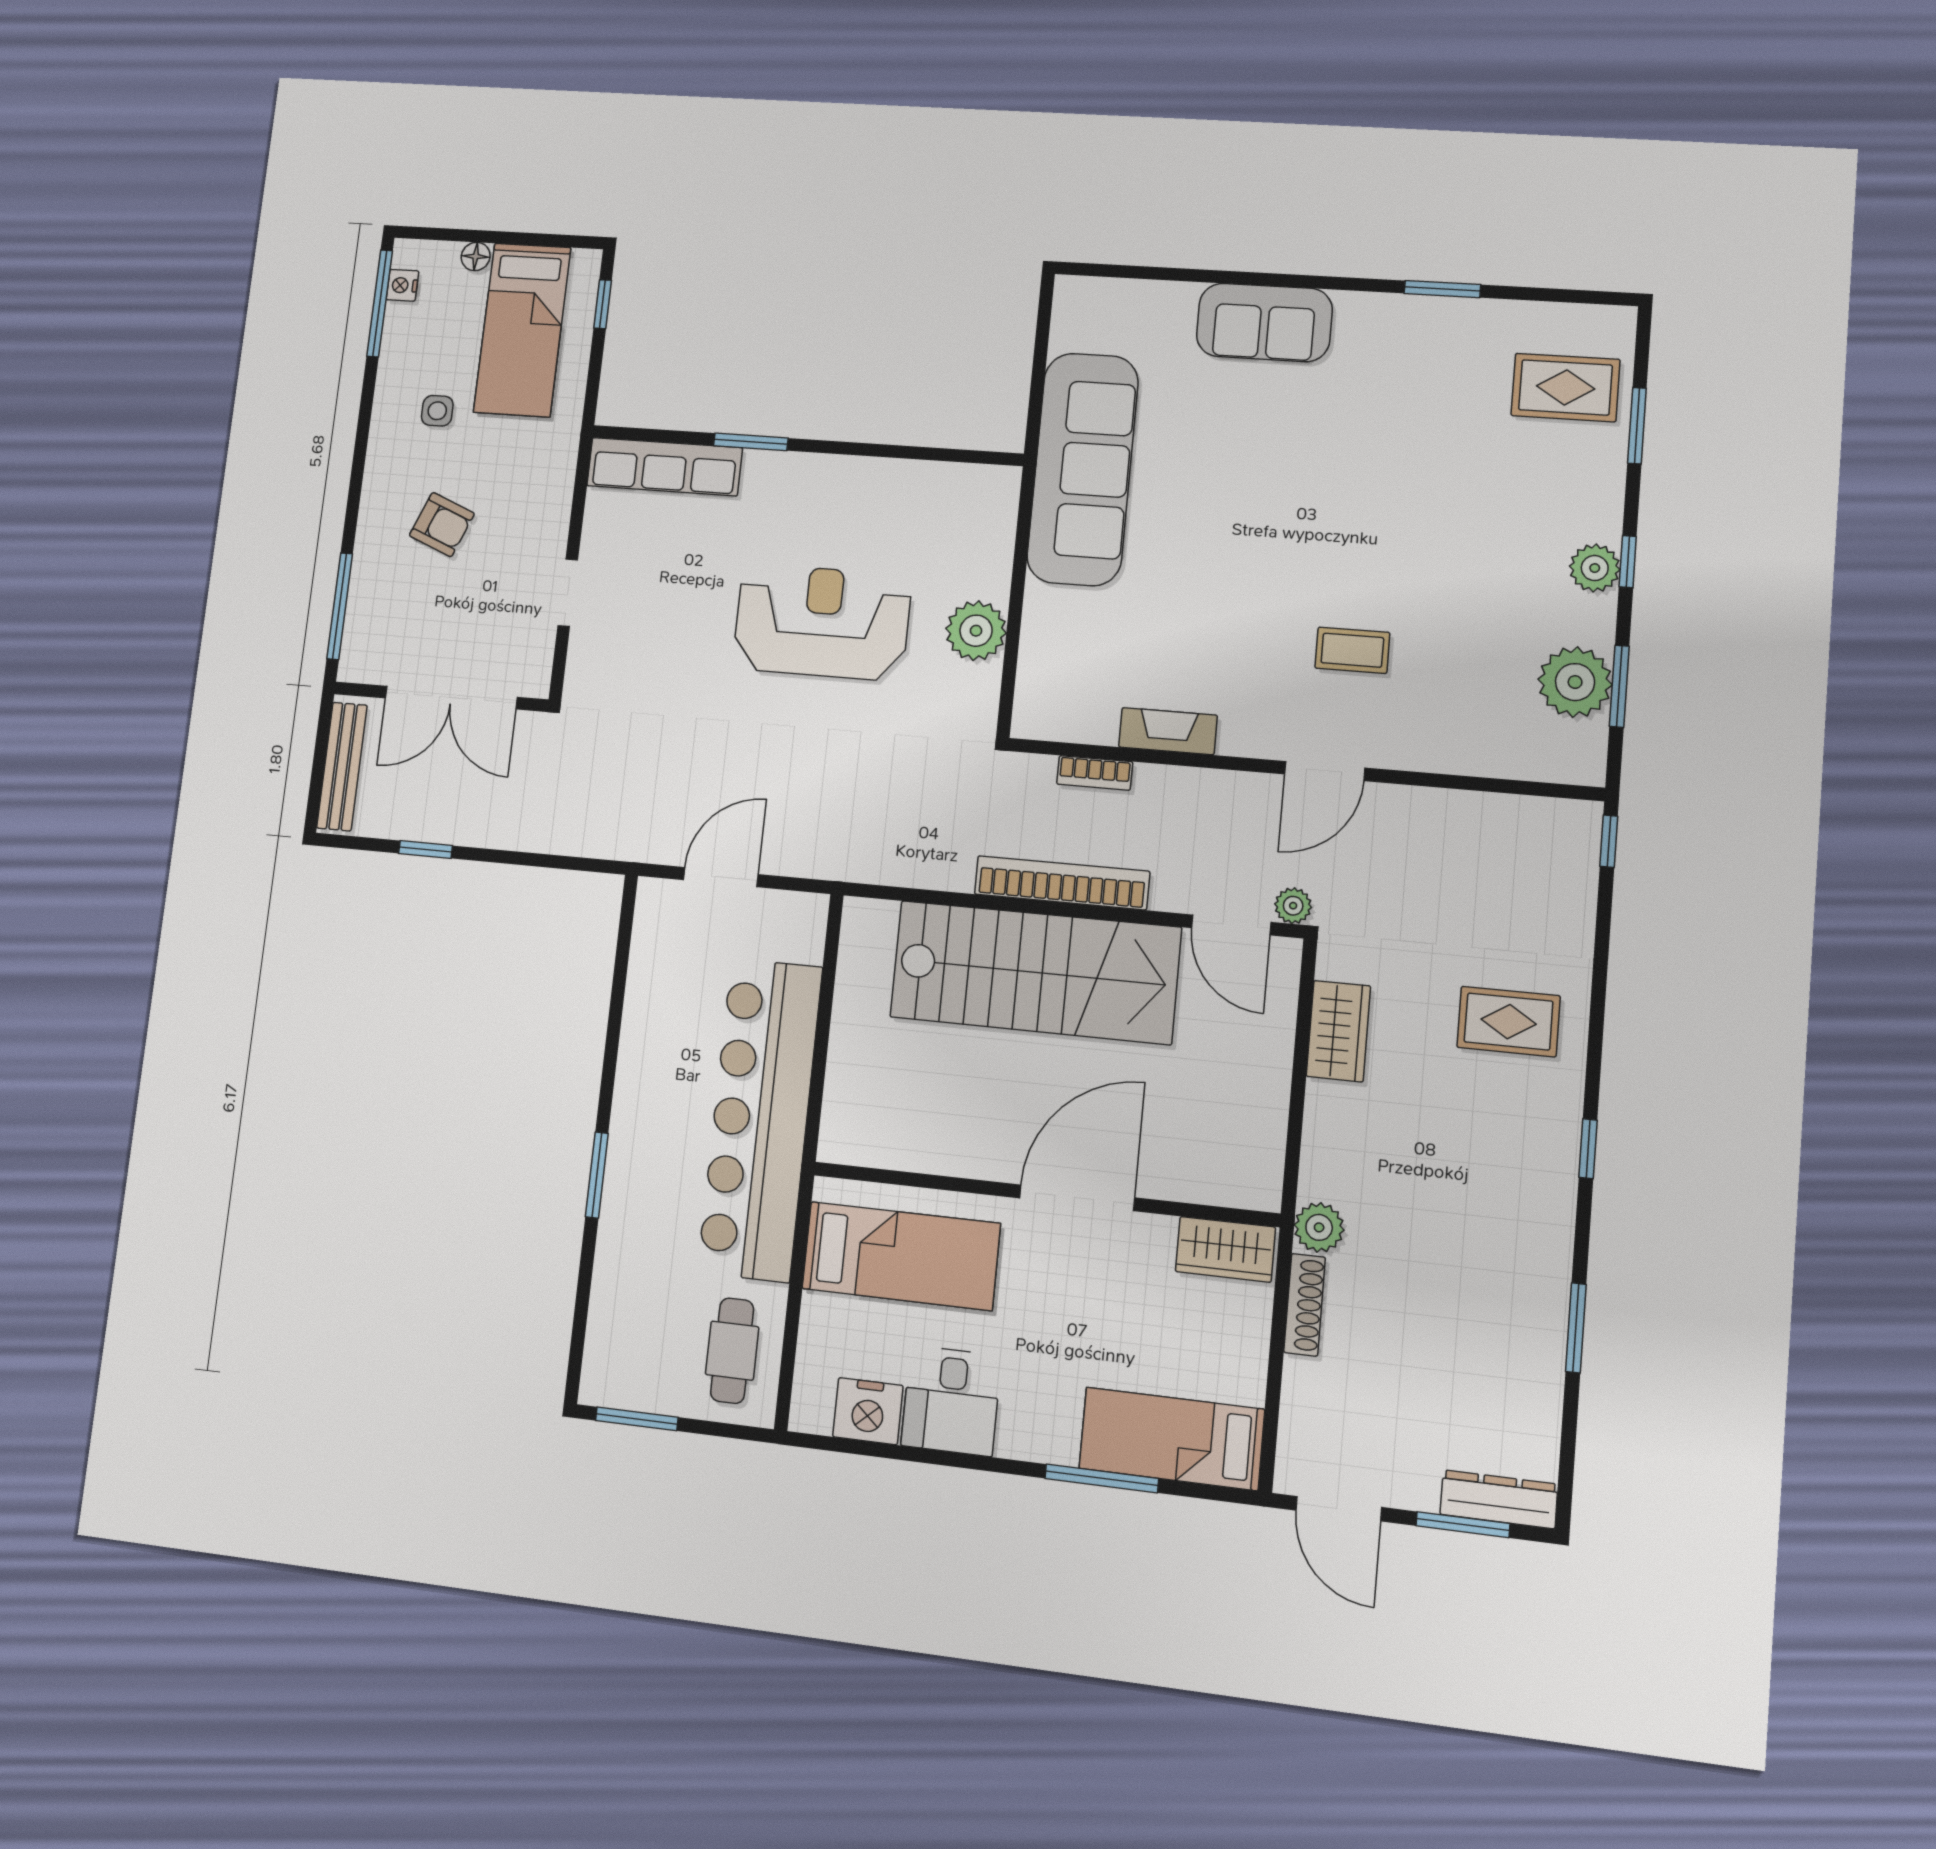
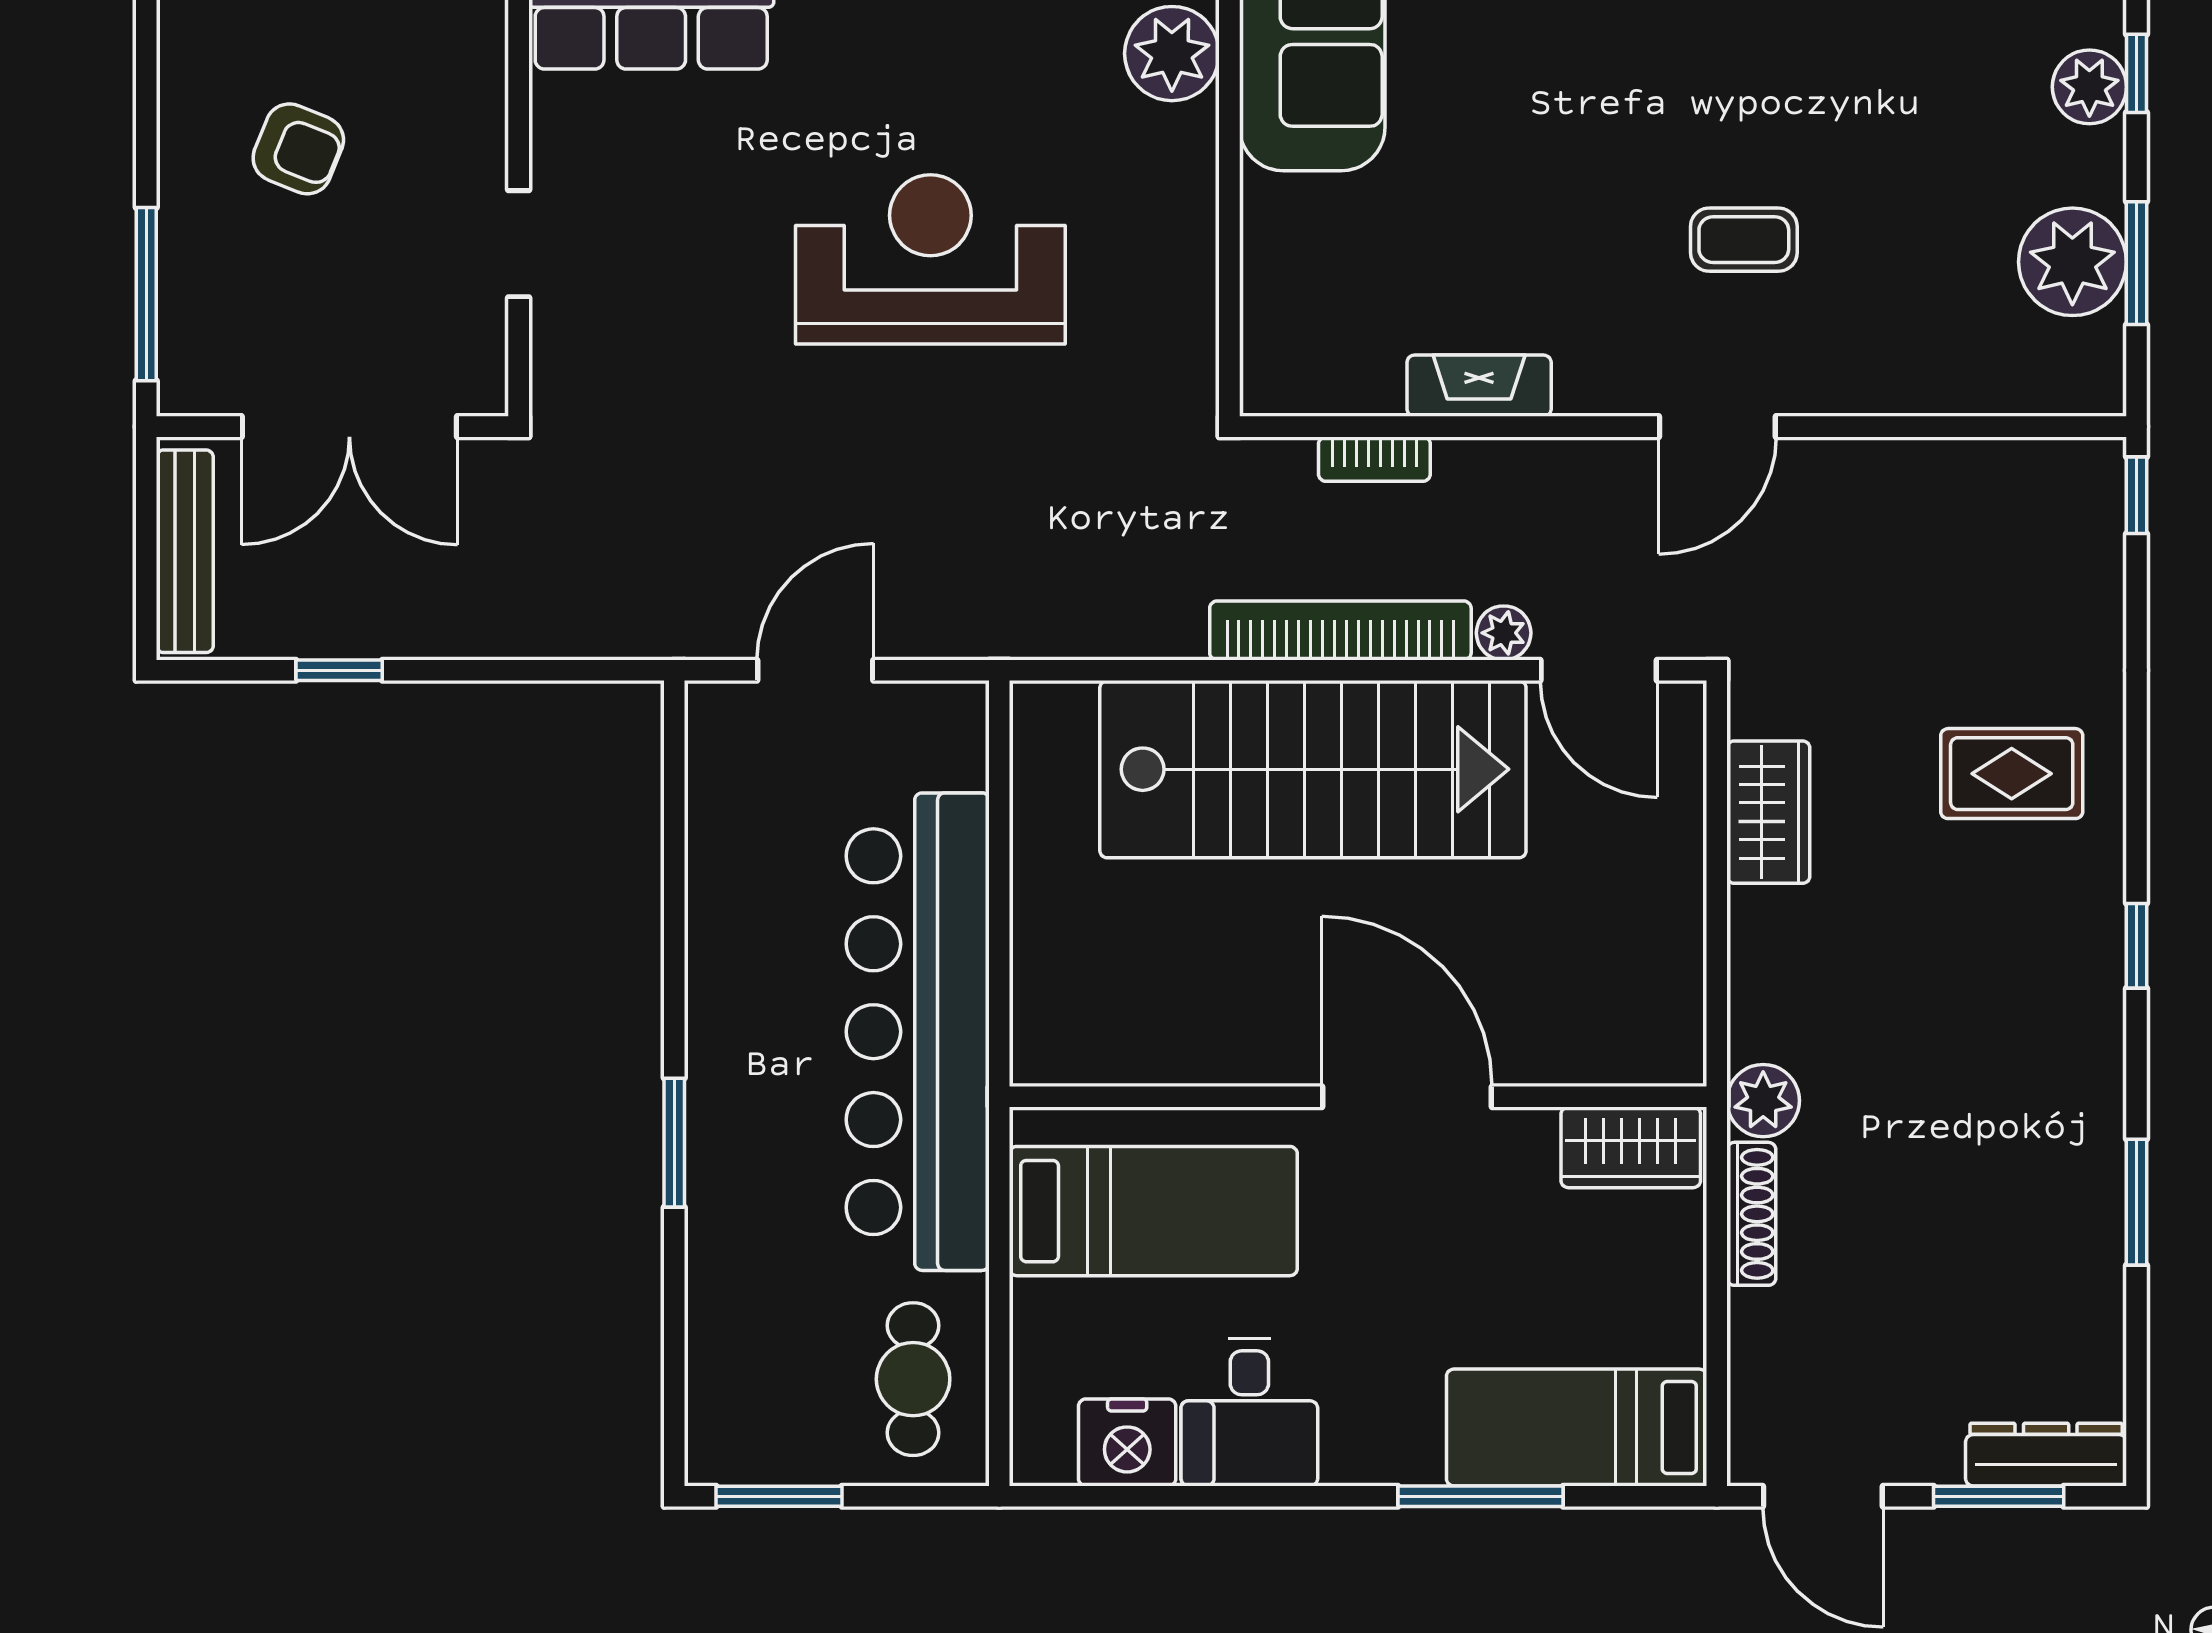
plant: (976, 631) -> (1172, 54), moved
plant: (1293, 906) -> (1504, 633), moved
door: (1077, 1198) -> (1407, 1097), hinge flipped

